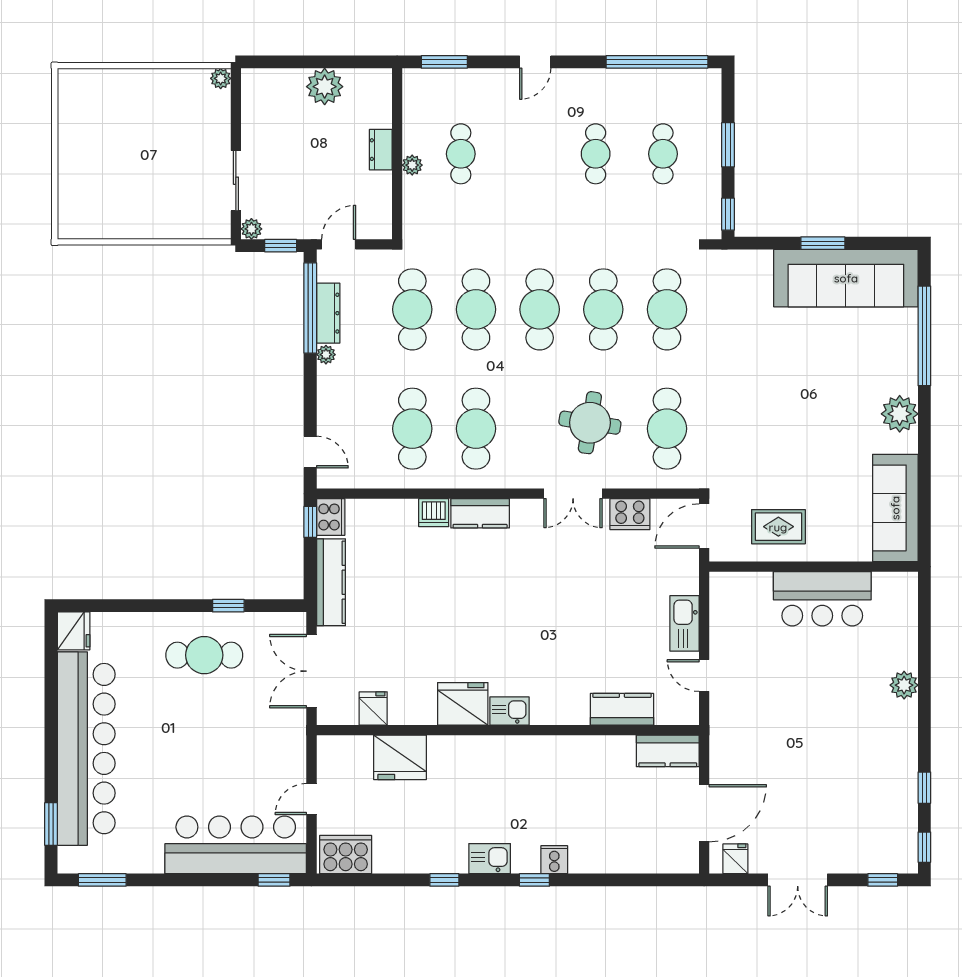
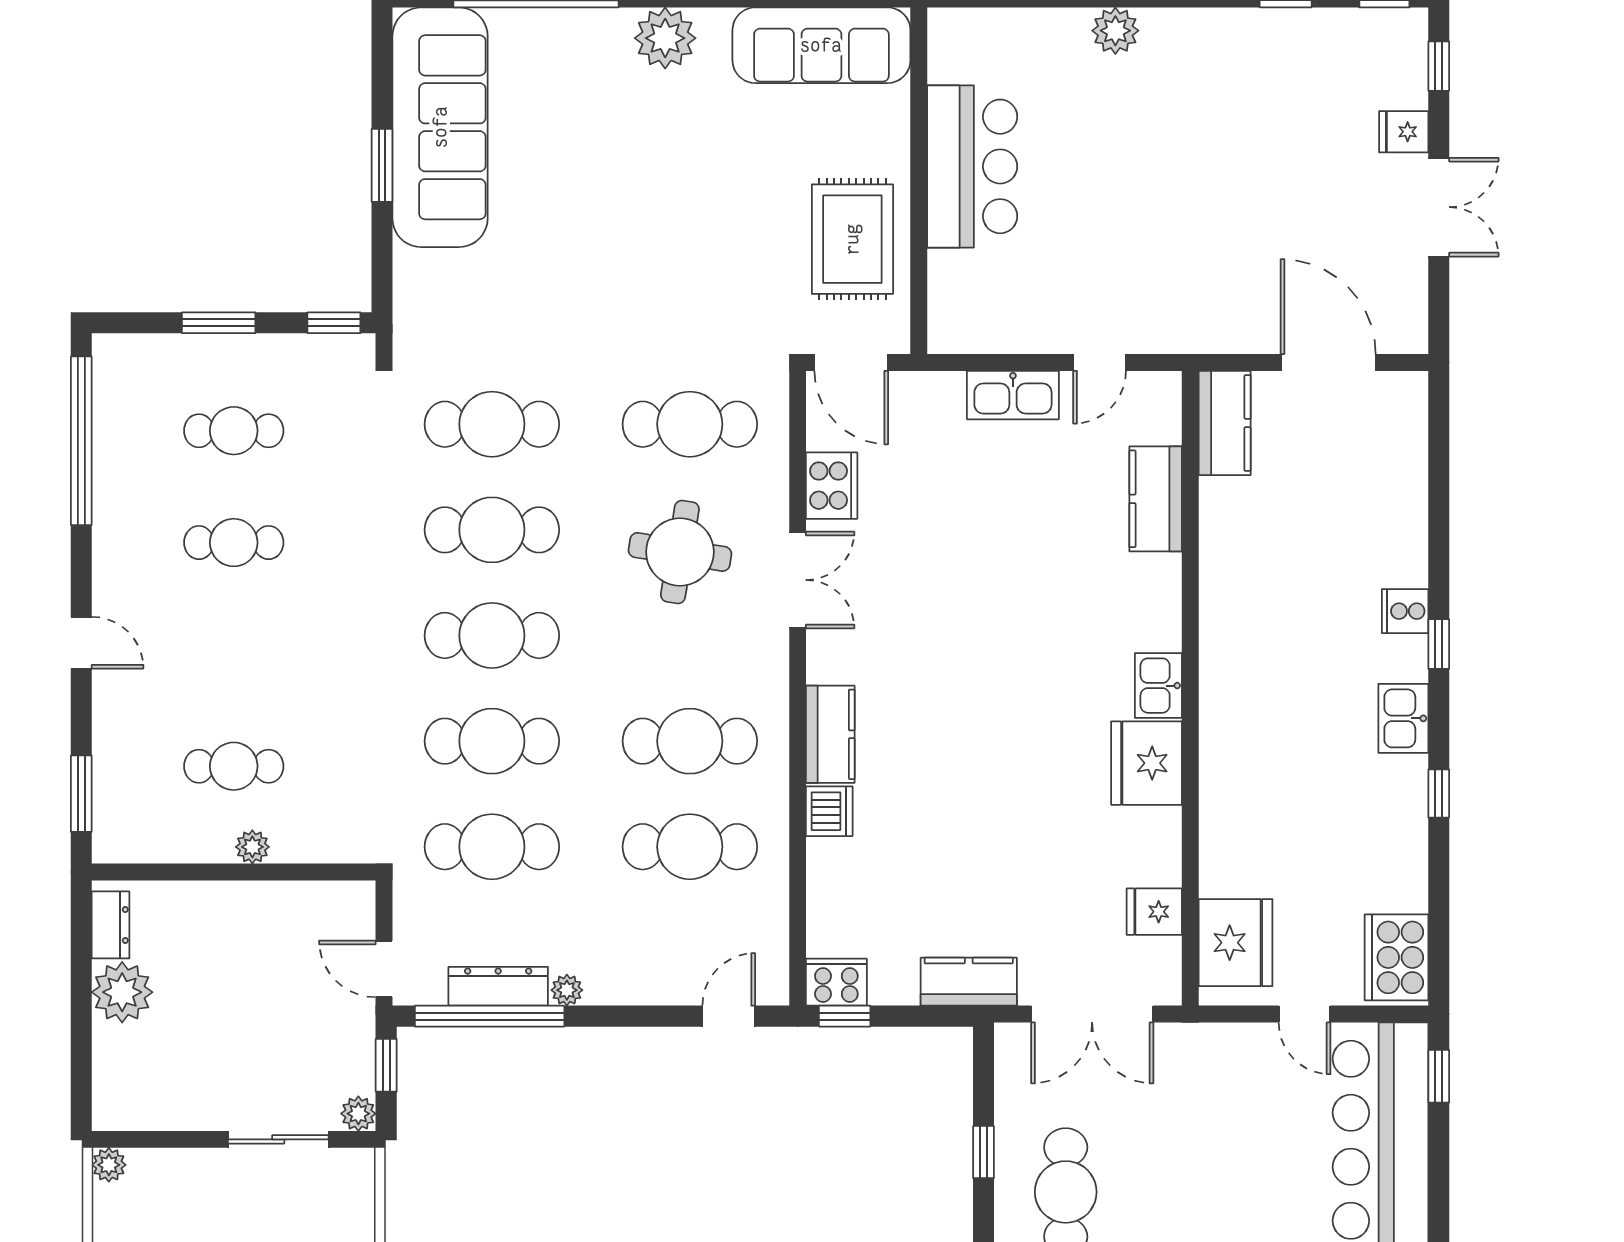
dresser: (381, 150) -> (111, 925), moved, turned -90
rug: (778, 527) -> (852, 239), width x1.36, depth x1.43
kitchen counter: (331, 582) -> (969, 982), width x0.67
fridge: (400, 757) -> (1236, 943), moved
fridge: (735, 859) -> (1404, 132), moved

